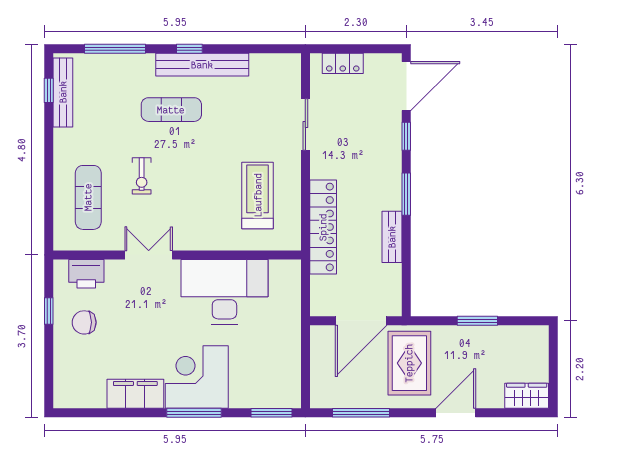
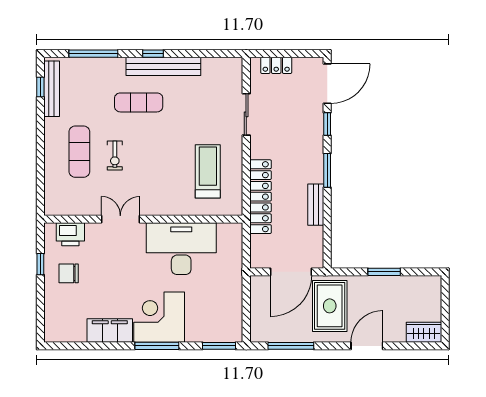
exercise mat: (88, 197) -> (79, 152), moved

